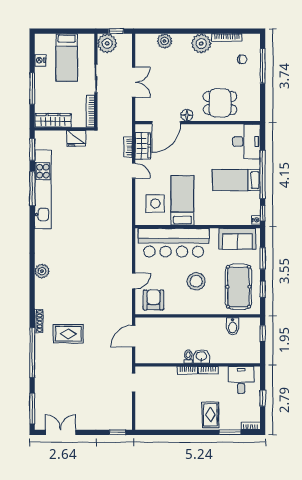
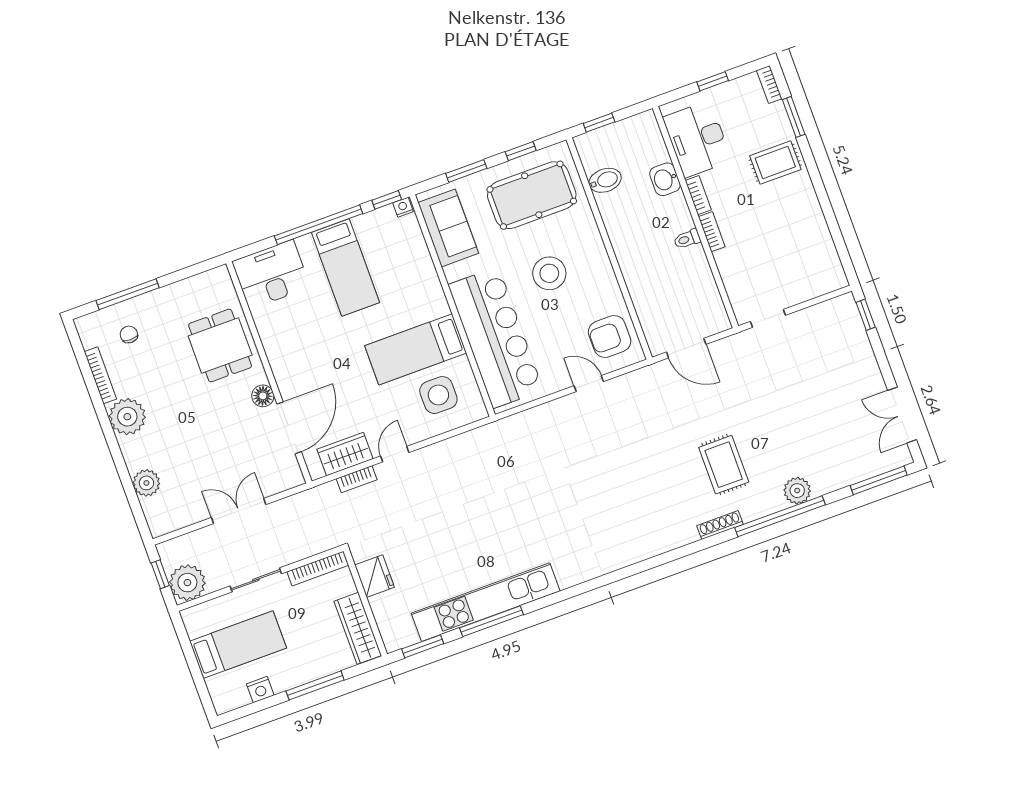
door: (166, 123) -> (289, 428), hinge flipped
plant: (42, 271) -> (797, 491), moved
washbasin: (201, 356) -> (665, 179), moved
desk: (241, 380) -> (697, 139), width x1.37

